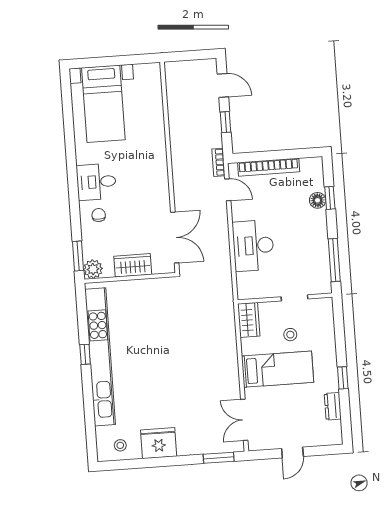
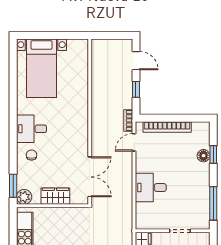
door: (228, 190) -> (134, 142), swing flipped
desk: (253, 246) -> (151, 188), width x0.73

